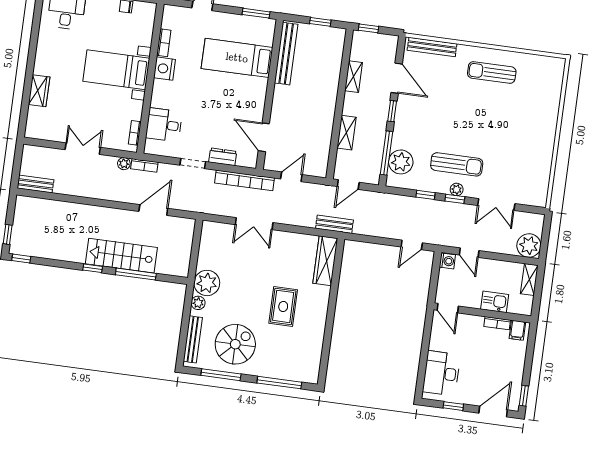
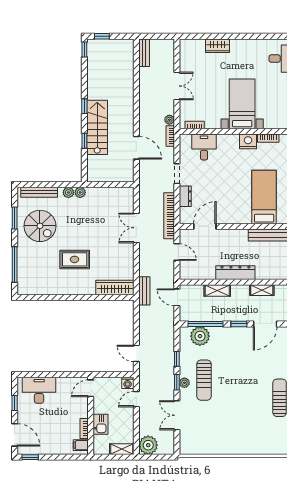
dresser: (327, 107) -> (235, 273), added
window: (136, 274) -> (84, 141), width x0.46
plant: (207, 283) -> (80, 192), width x0.53, depth x0.53
window: (221, 375) -> (15, 218), width x0.69

